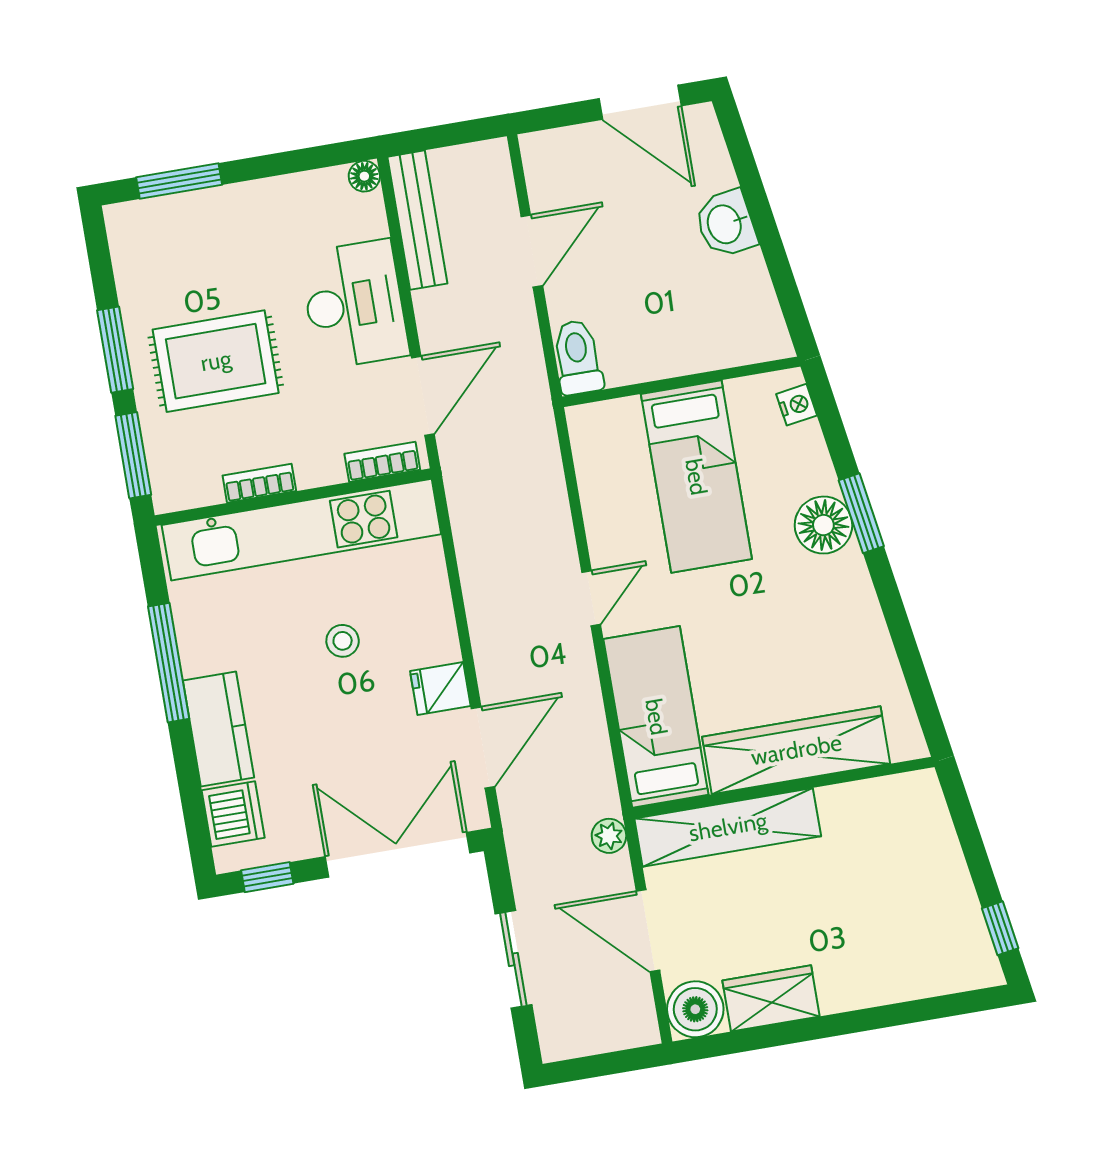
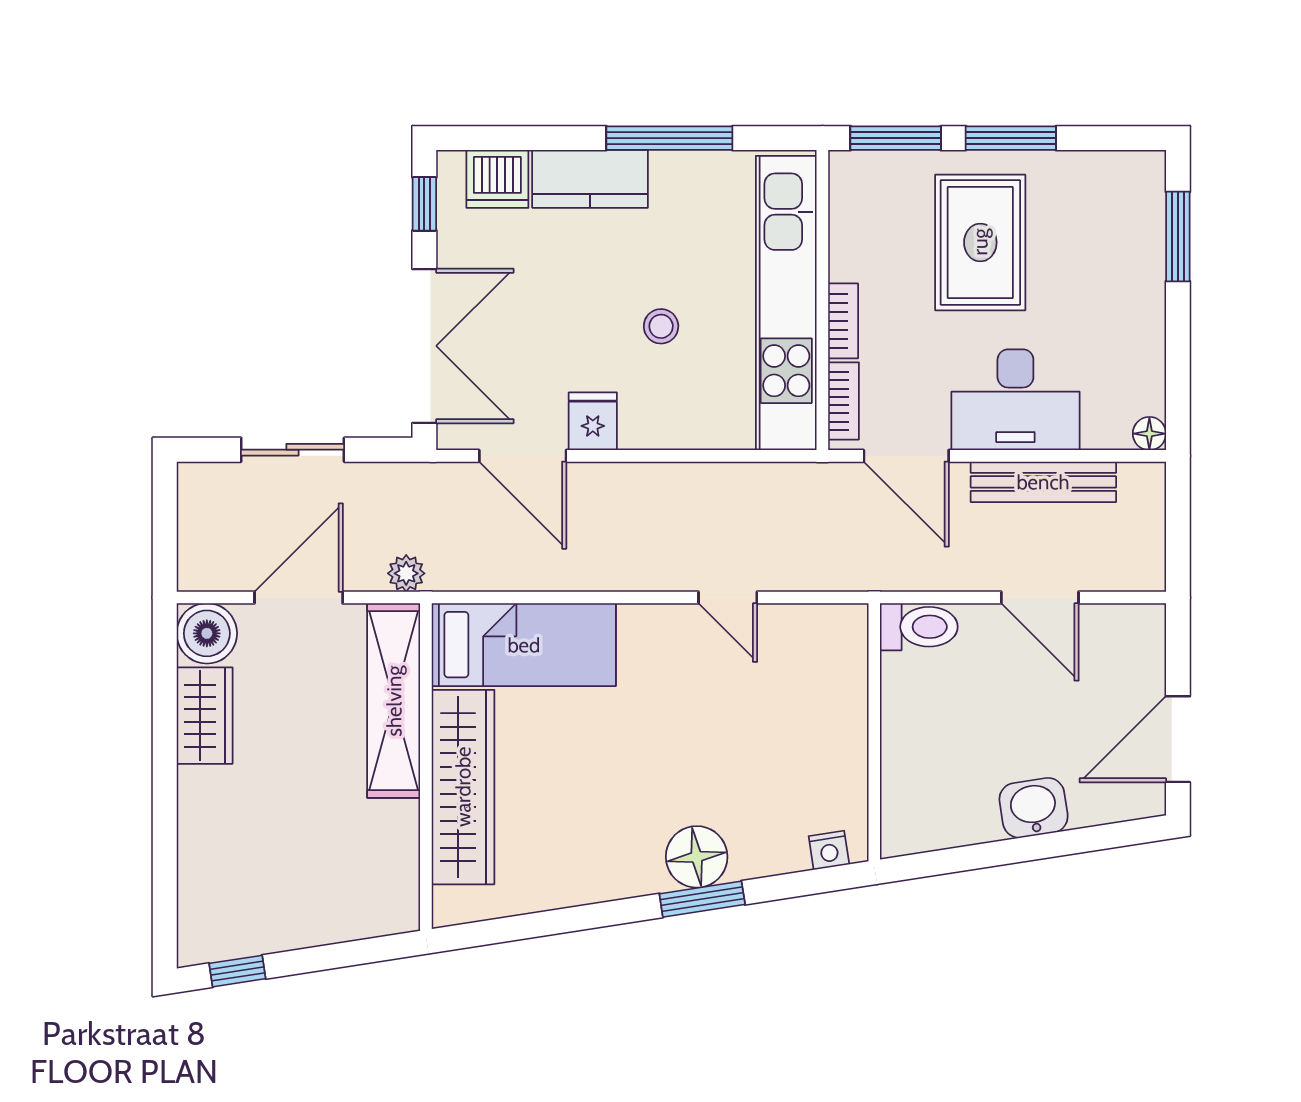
bench: (417, 220) -> (1043, 482), moved
bed: (696, 477) -> (771, 731), removed
bookcase: (259, 483) -> (843, 321), moved
door: (591, 598) -> (728, 597), moved

